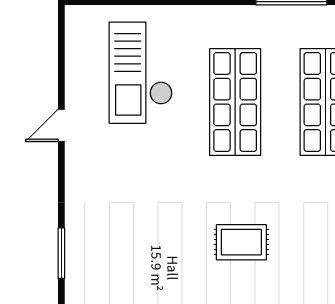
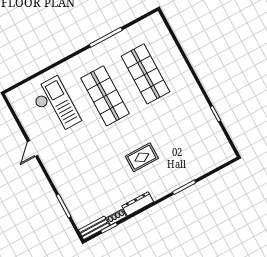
checkout: (141, 73) -> (55, 106), turned 180

